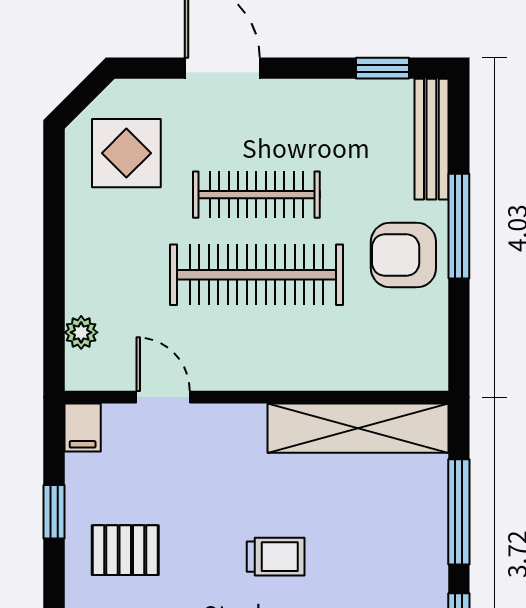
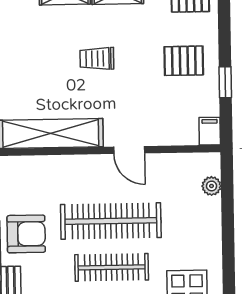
door: (163, 397) -> (129, 150), moved

